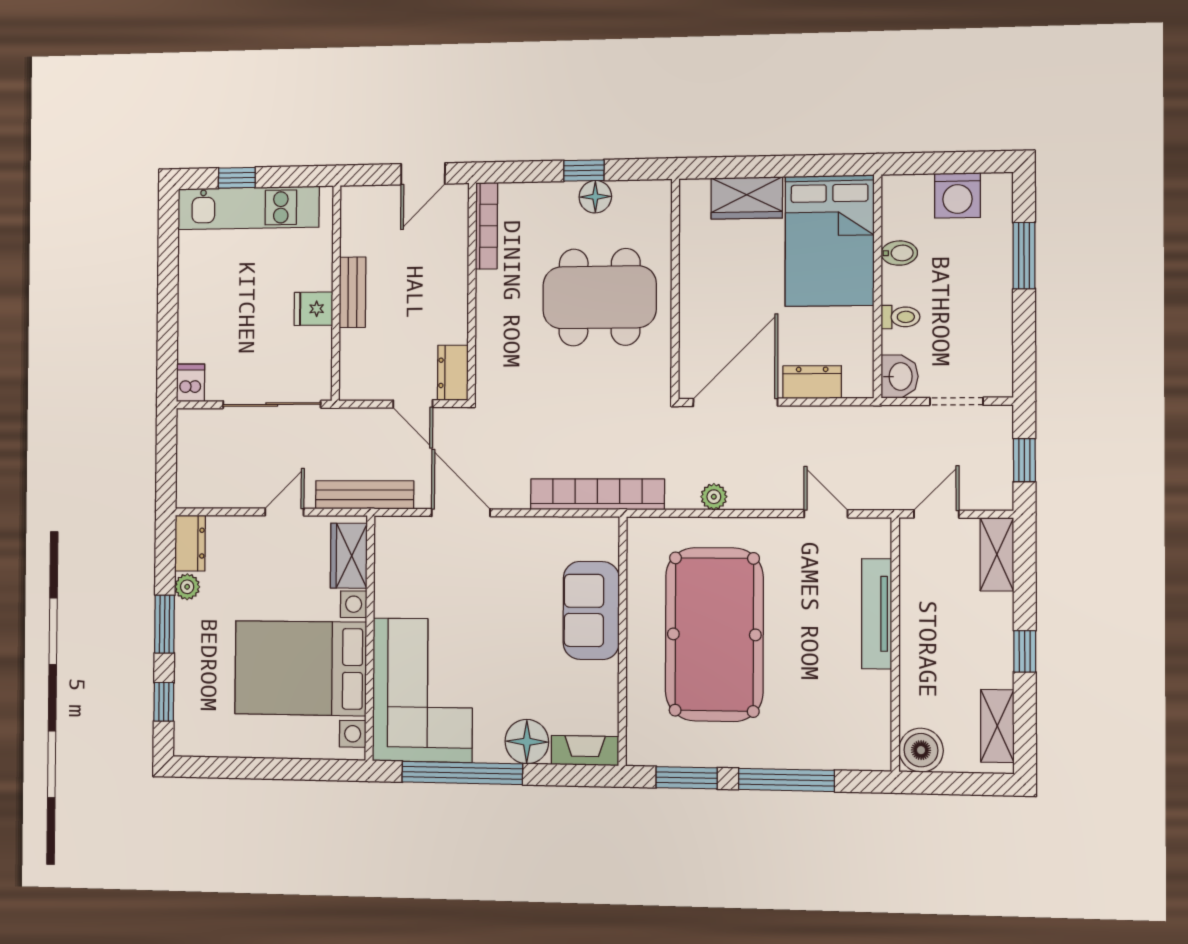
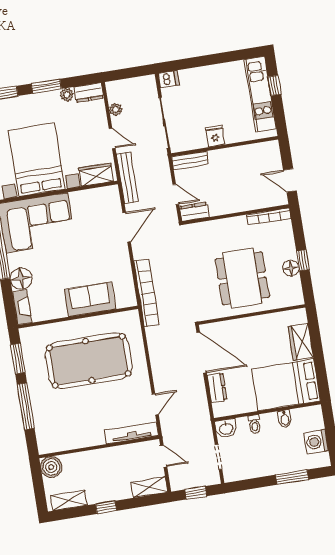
bench: (353, 292) -> (190, 160), moved
door: (413, 404) -> (176, 194), swing flipped
plant: (714, 497) -> (116, 110), moved
tv unit: (877, 614) -> (131, 433), moved

